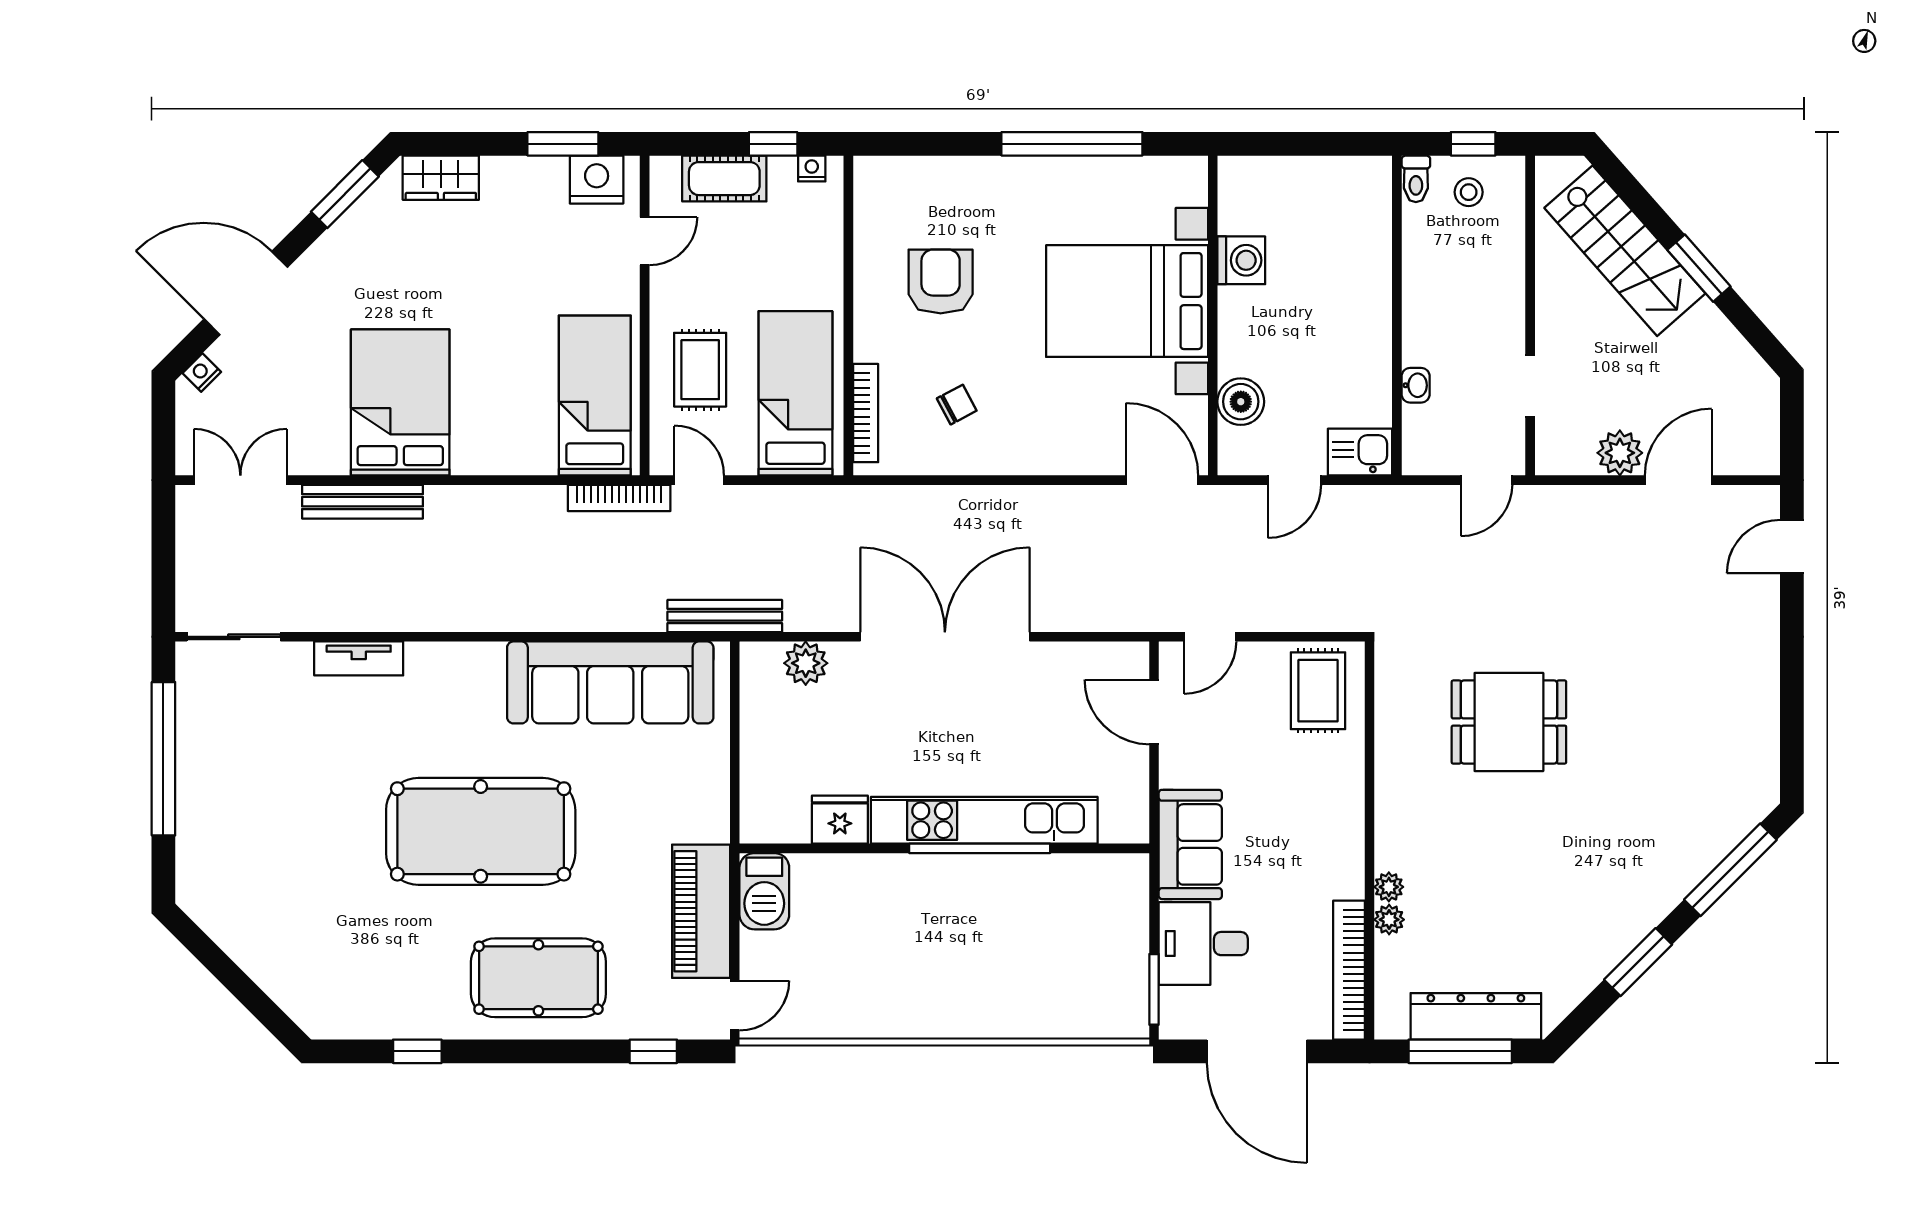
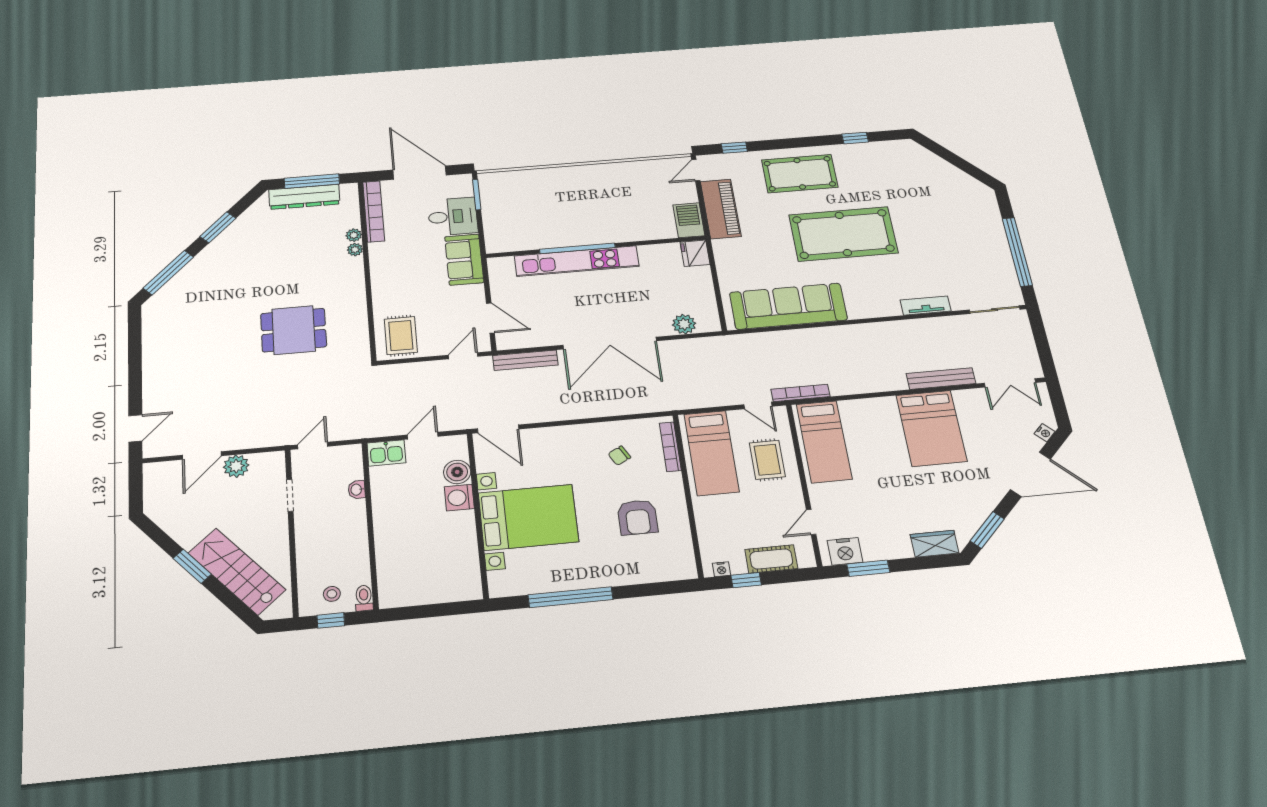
washing machine: (1241, 260) -> (459, 498), moved
bench: (725, 616) -> (525, 360), moved
fridge: (840, 820) -> (695, 253), moved, turned 90

